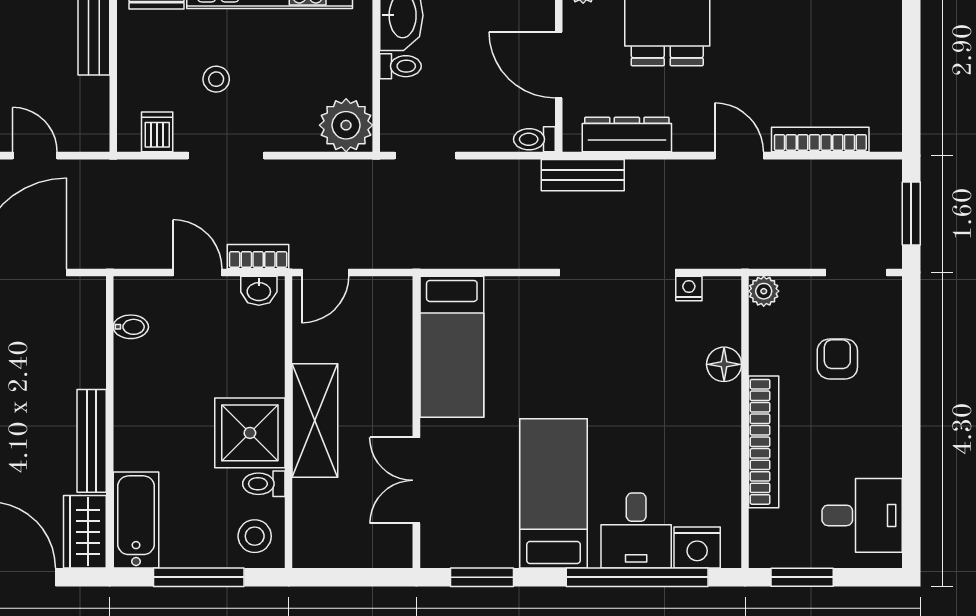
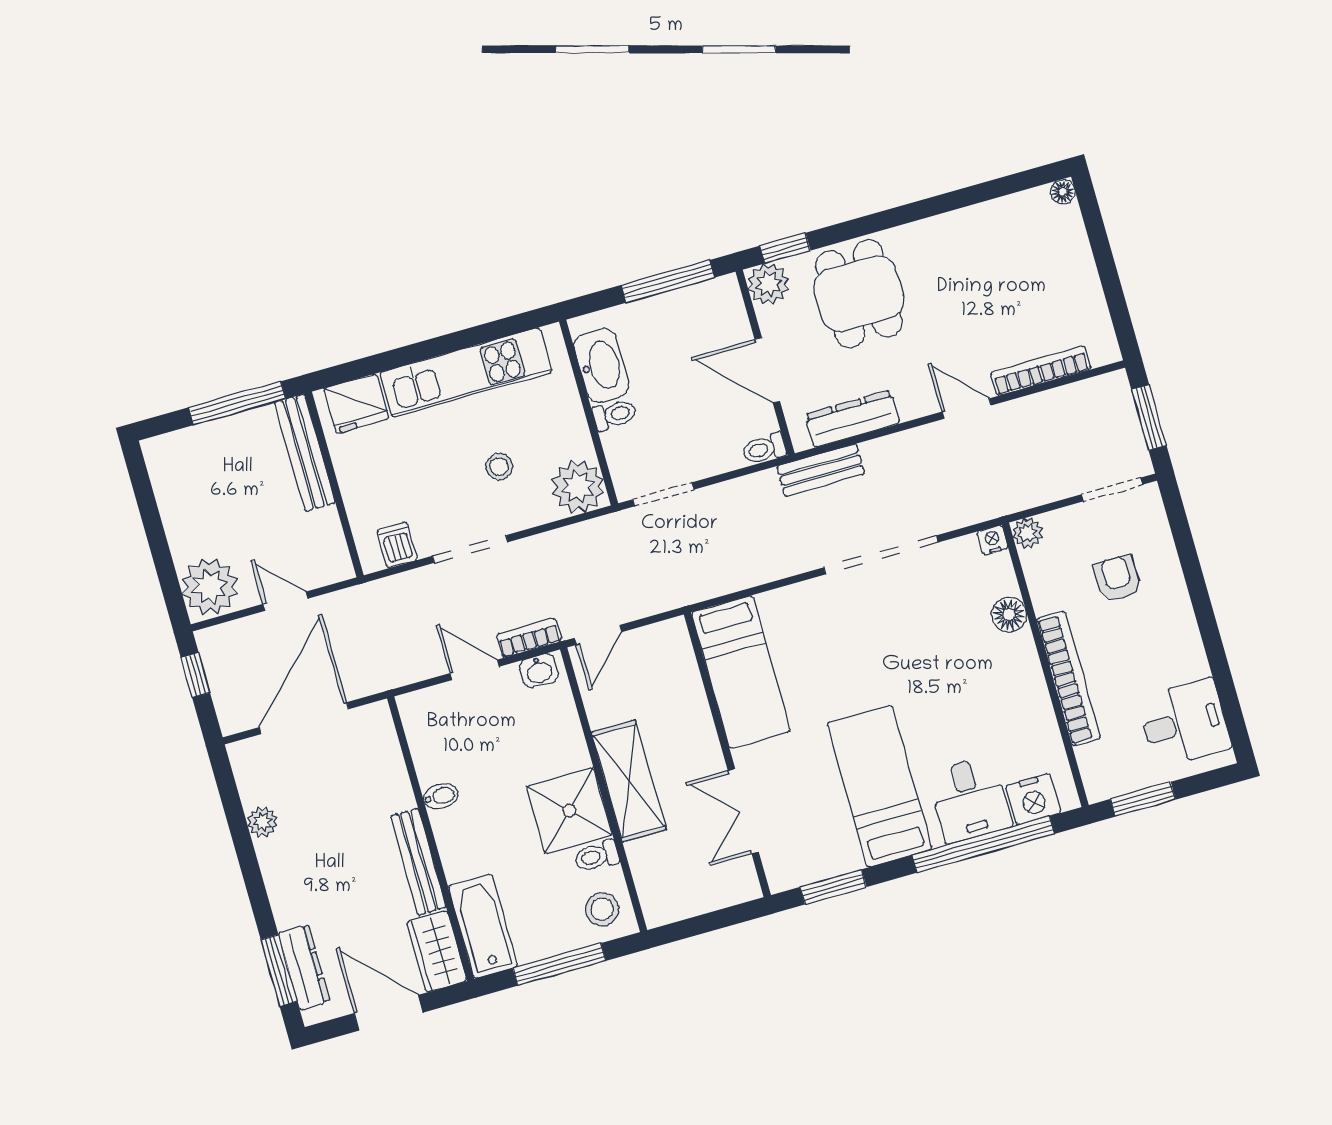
stool: (216, 79) -> (499, 467), moved
nightstand: (689, 288) -> (992, 540), moved
bidet: (131, 327) -> (441, 796), moved

